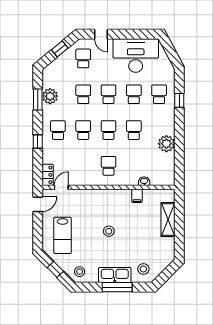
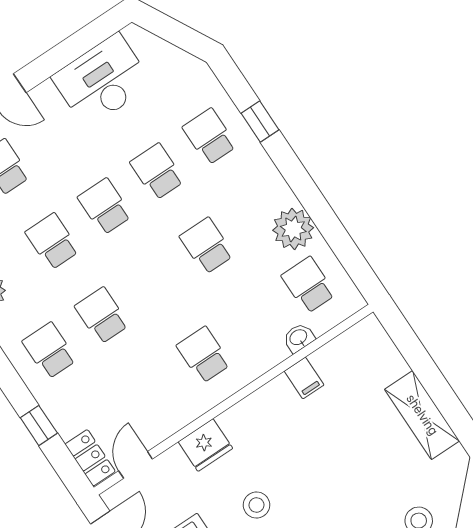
desk: (136, 56) -> (102, 81), width x0.73, depth x0.77
school desk: (109, 130) -> (308, 285), moved
window: (38, 141) -> (39, 425), moved
fridge: (89, 196) -> (205, 445), added
shelving: (168, 220) -> (422, 415), moved
stool: (109, 231) -> (257, 505), moved

